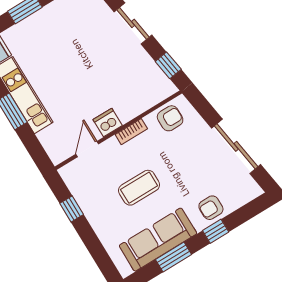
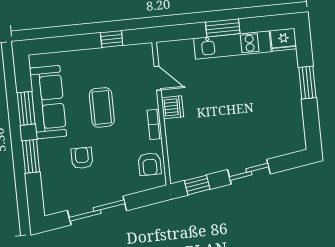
armchair: (211, 208) -> (82, 158), moved
window: (216, 231) -> (31, 156), width x1.50

